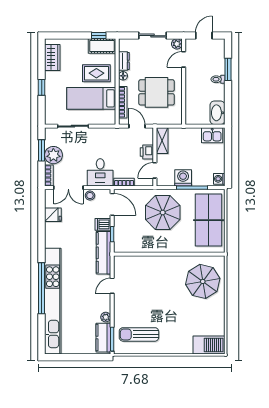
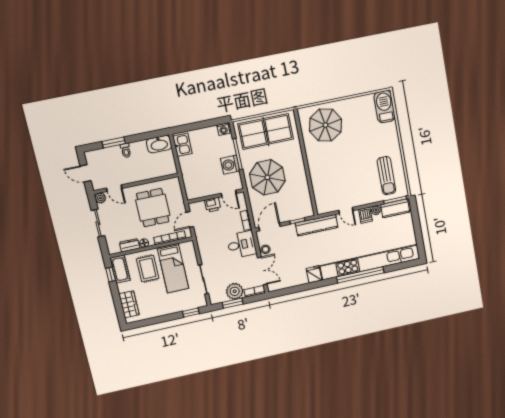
wardrobe: (52, 57) -> (129, 304), moved, turned 90
window: (42, 87) -> (191, 312), moved
shelving: (162, 141) -> (198, 192), removed
fridge: (53, 215) -> (314, 274), moved
dishwasher: (103, 224) -> (365, 215), moved

